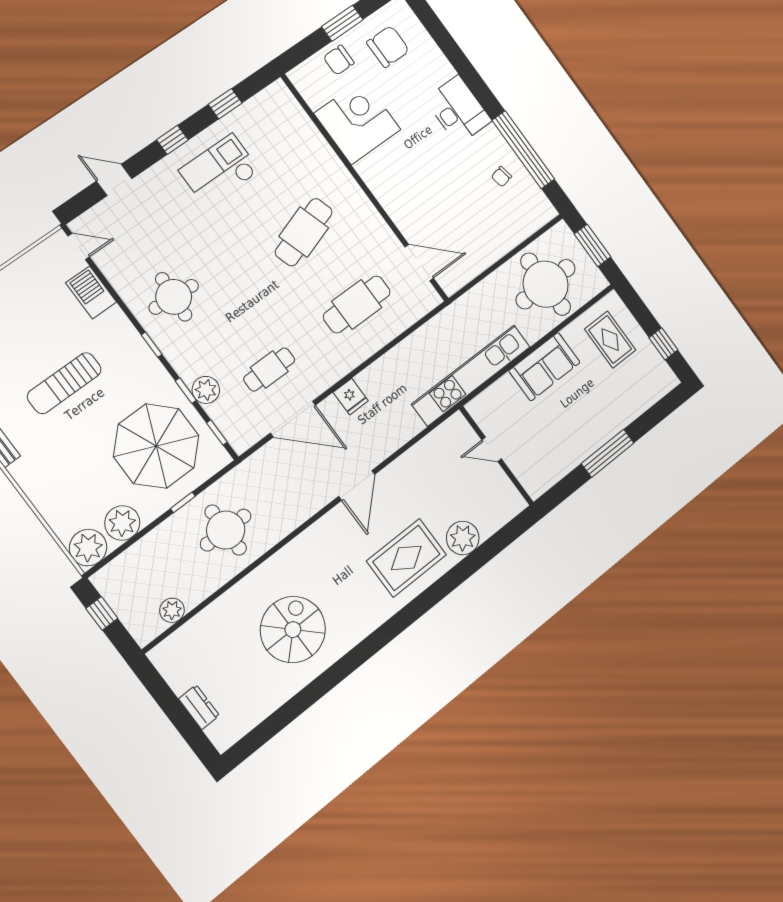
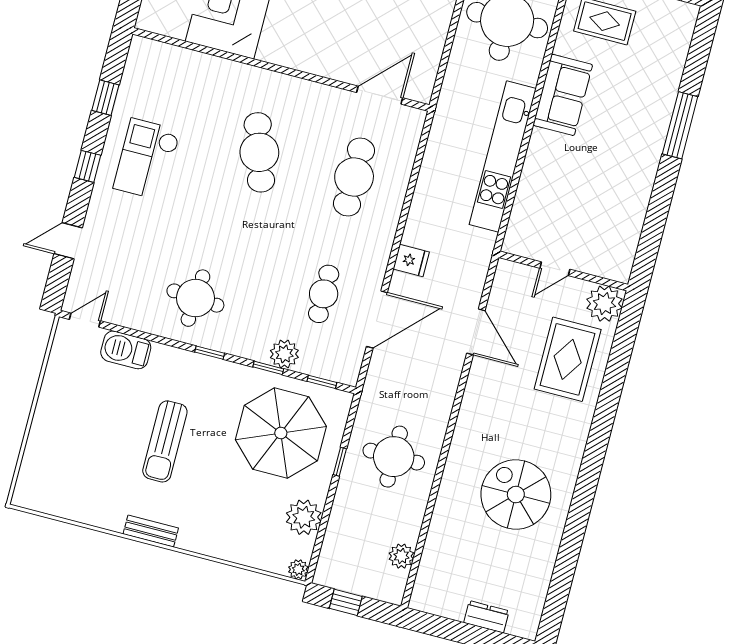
door: (492, 449) -> (555, 269), moved
wall: (496, 456) -> (563, 271), moved
plant: (88, 548) -> (298, 569), width x0.53, depth x0.53

